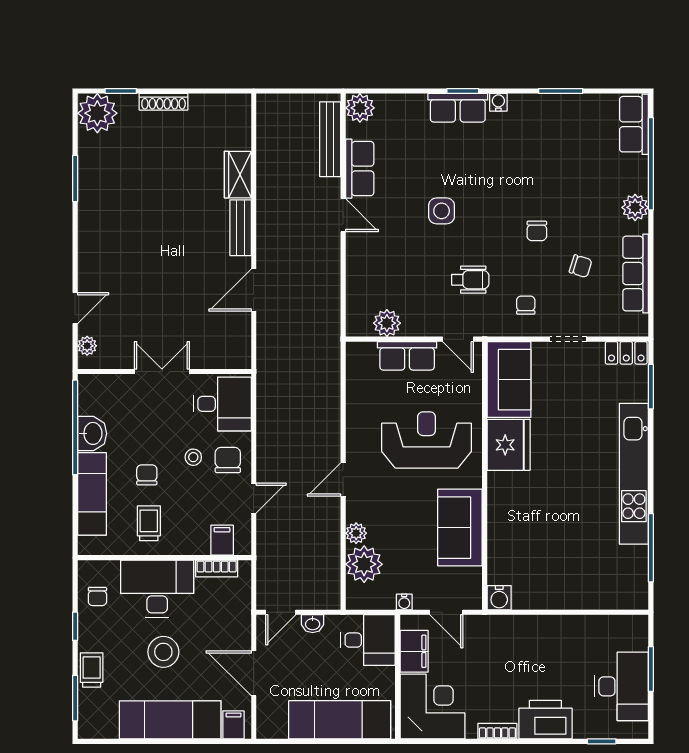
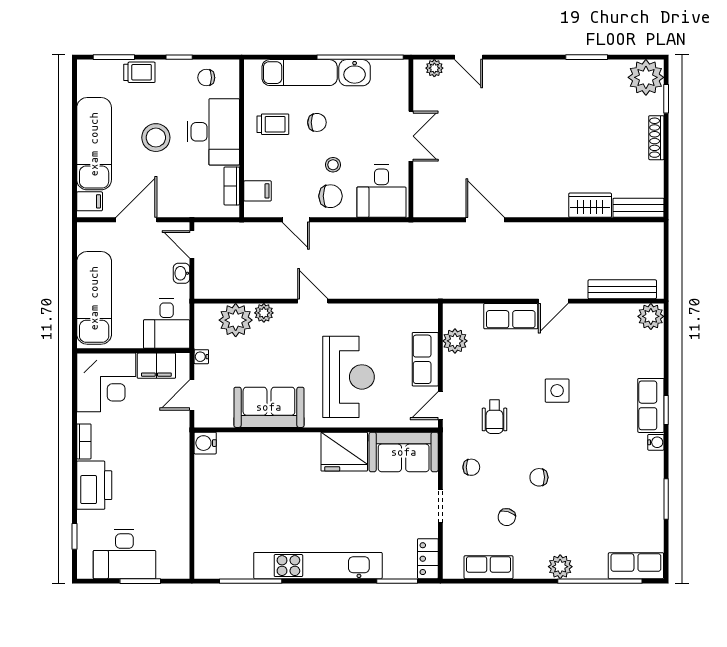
row of seats: (360, 169) -> (511, 316), moved
bench: (241, 228) -> (638, 208), moved
row of seats: (636, 274) -> (489, 567), width x0.68

